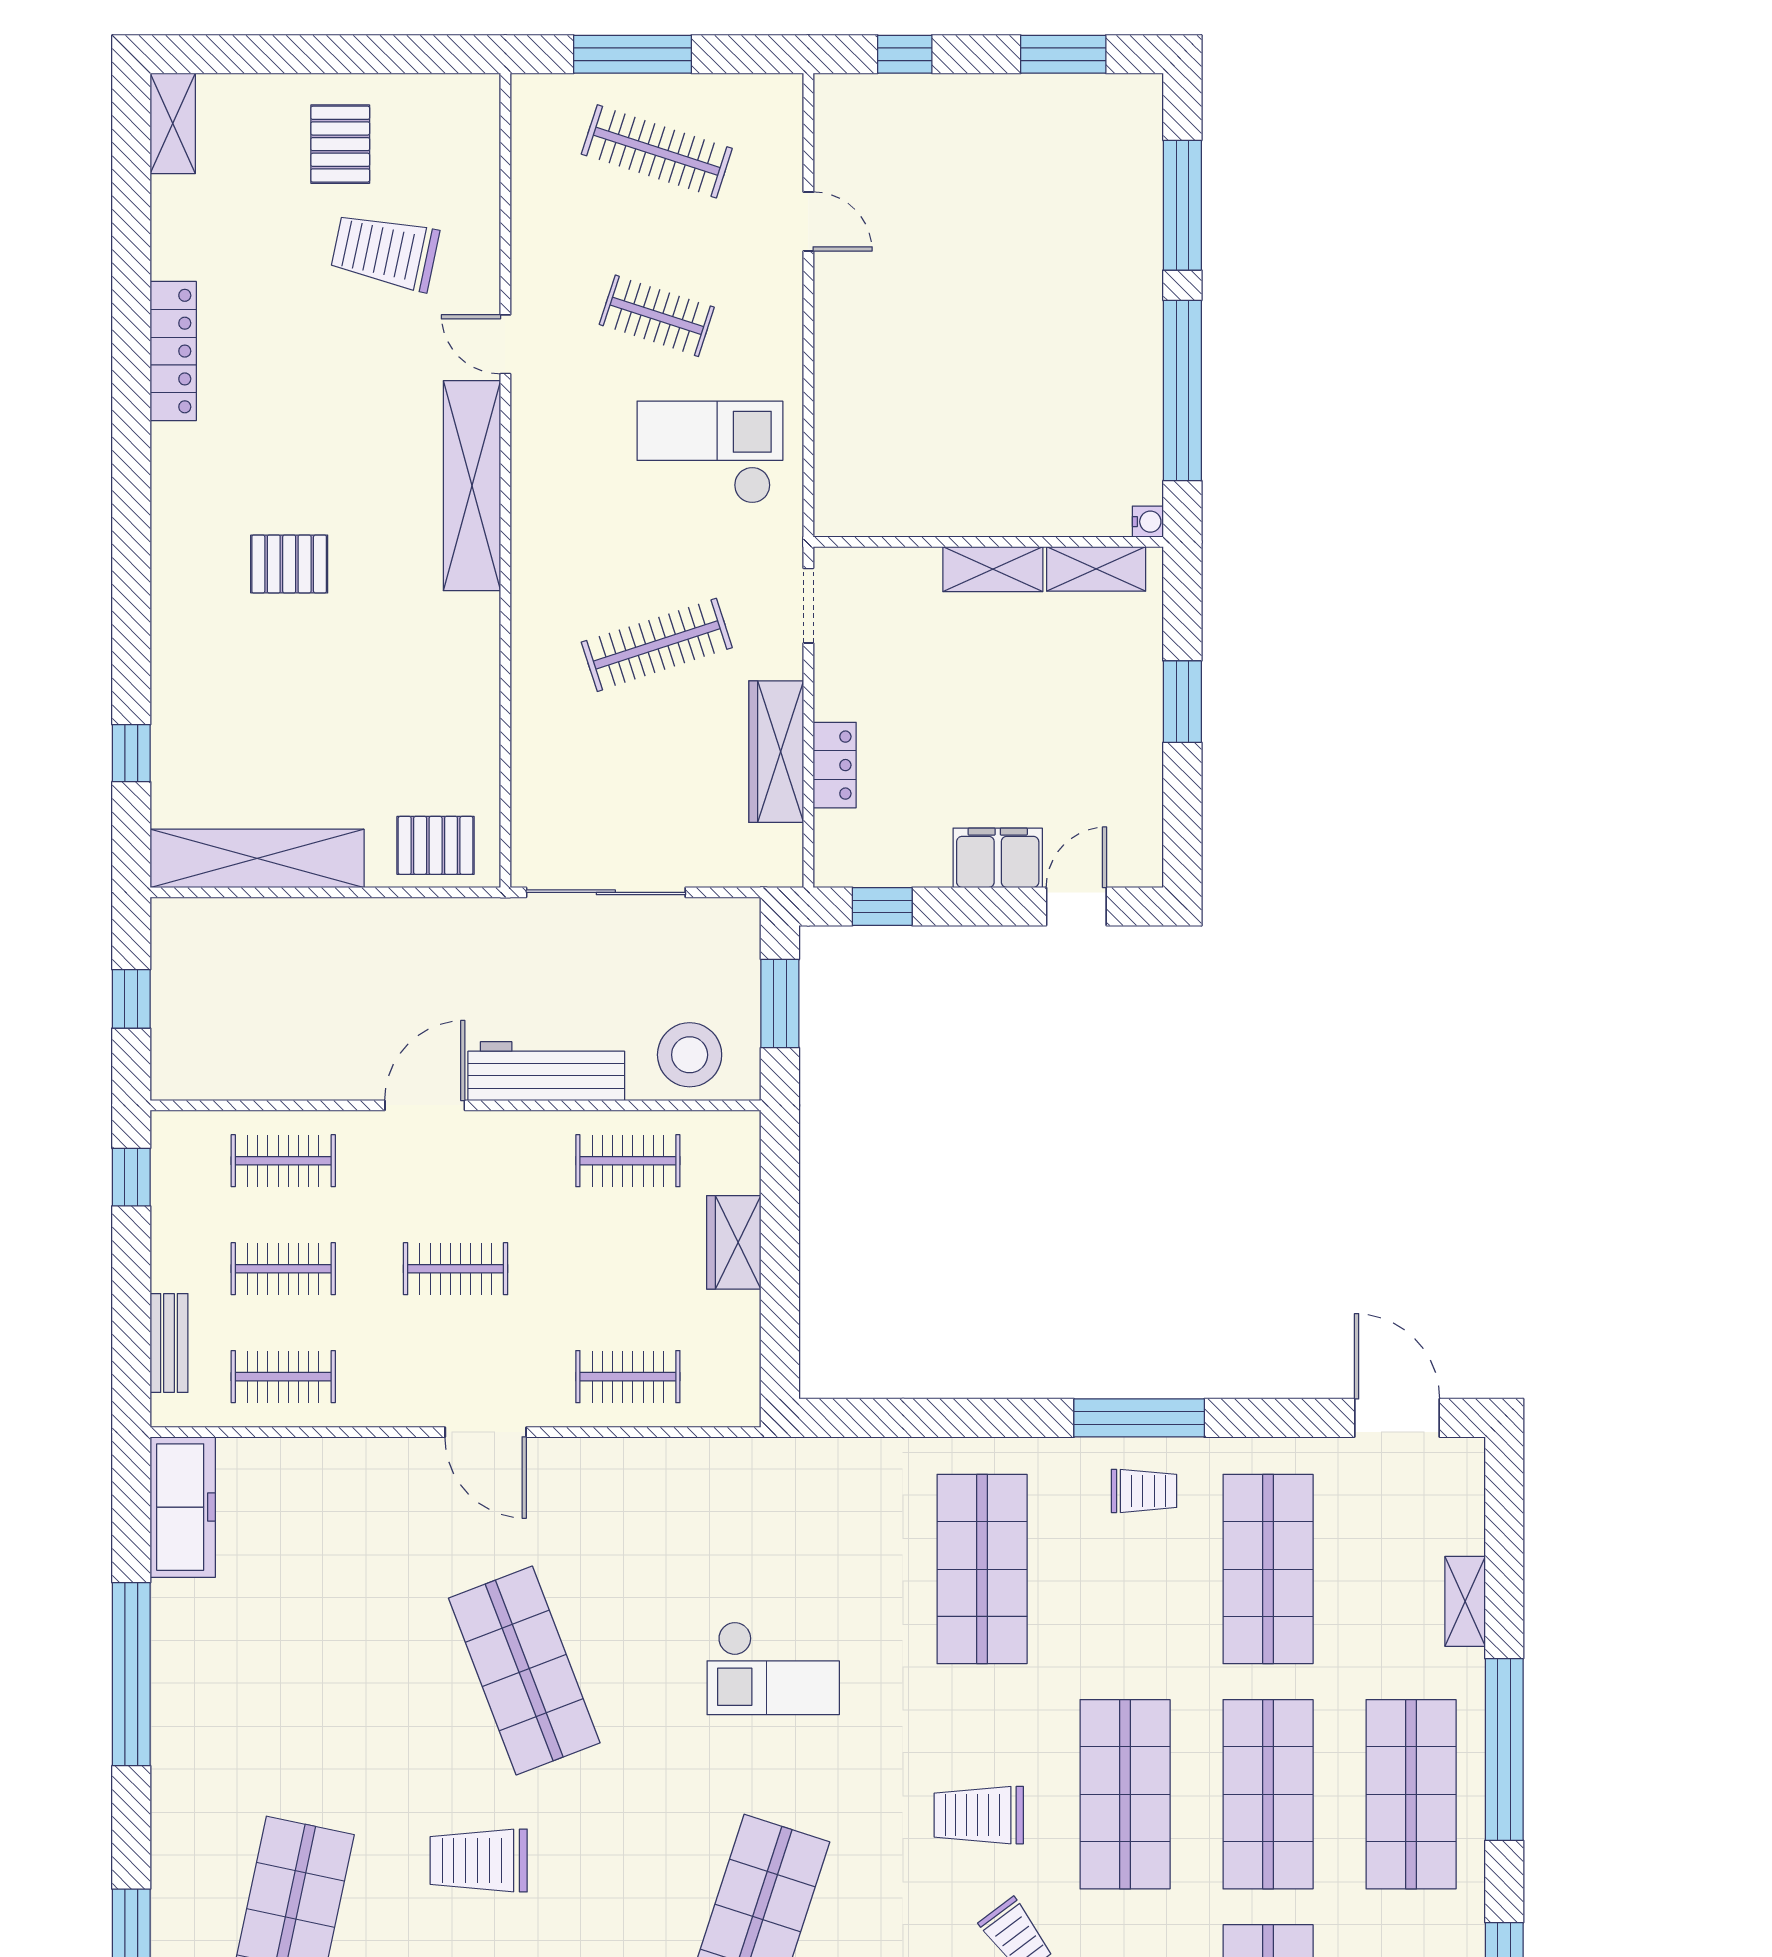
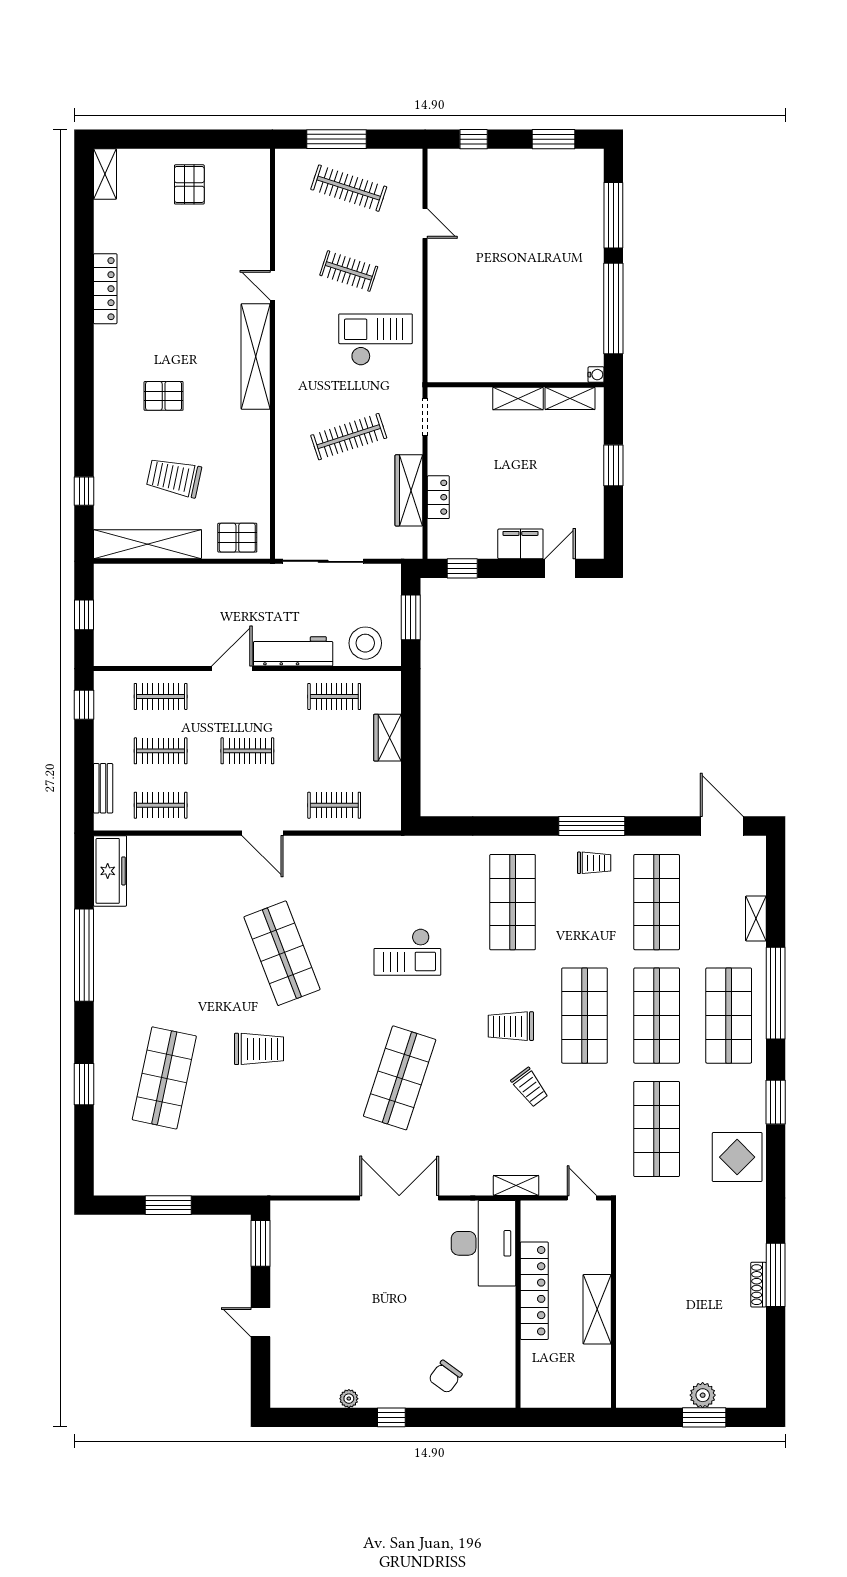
trolley: (385, 252) -> (174, 477), moved
trolley: (479, 1860) -> (259, 1049), turned 180

